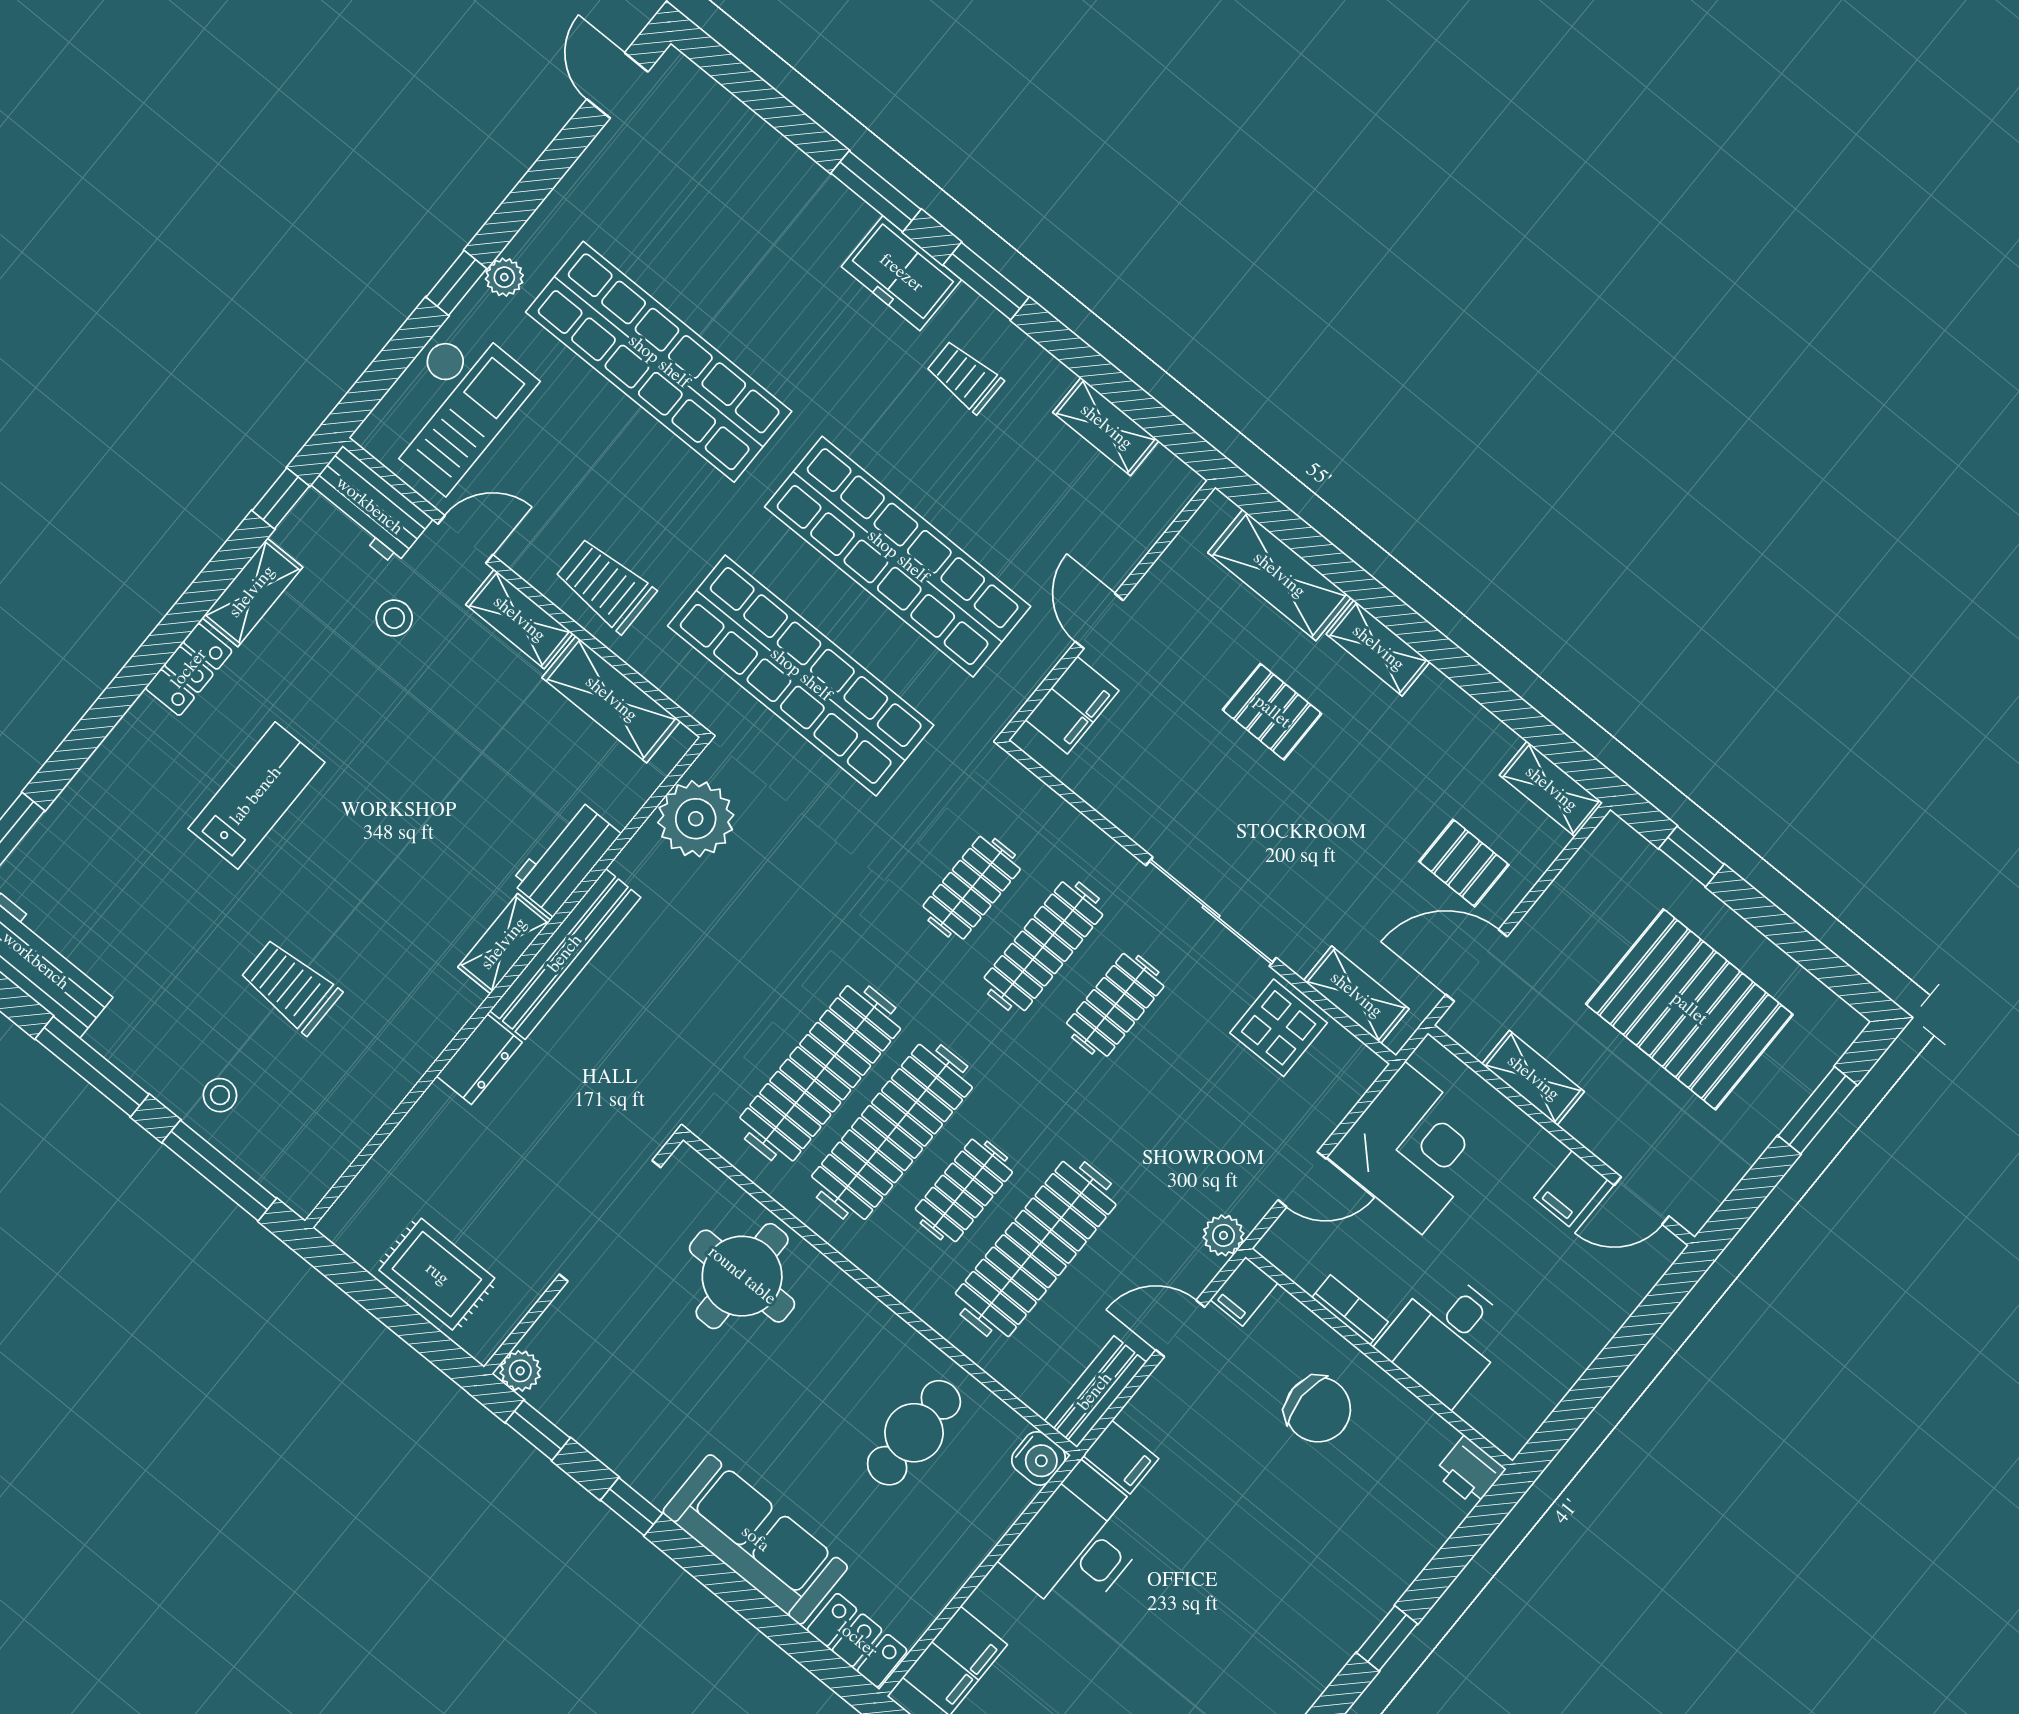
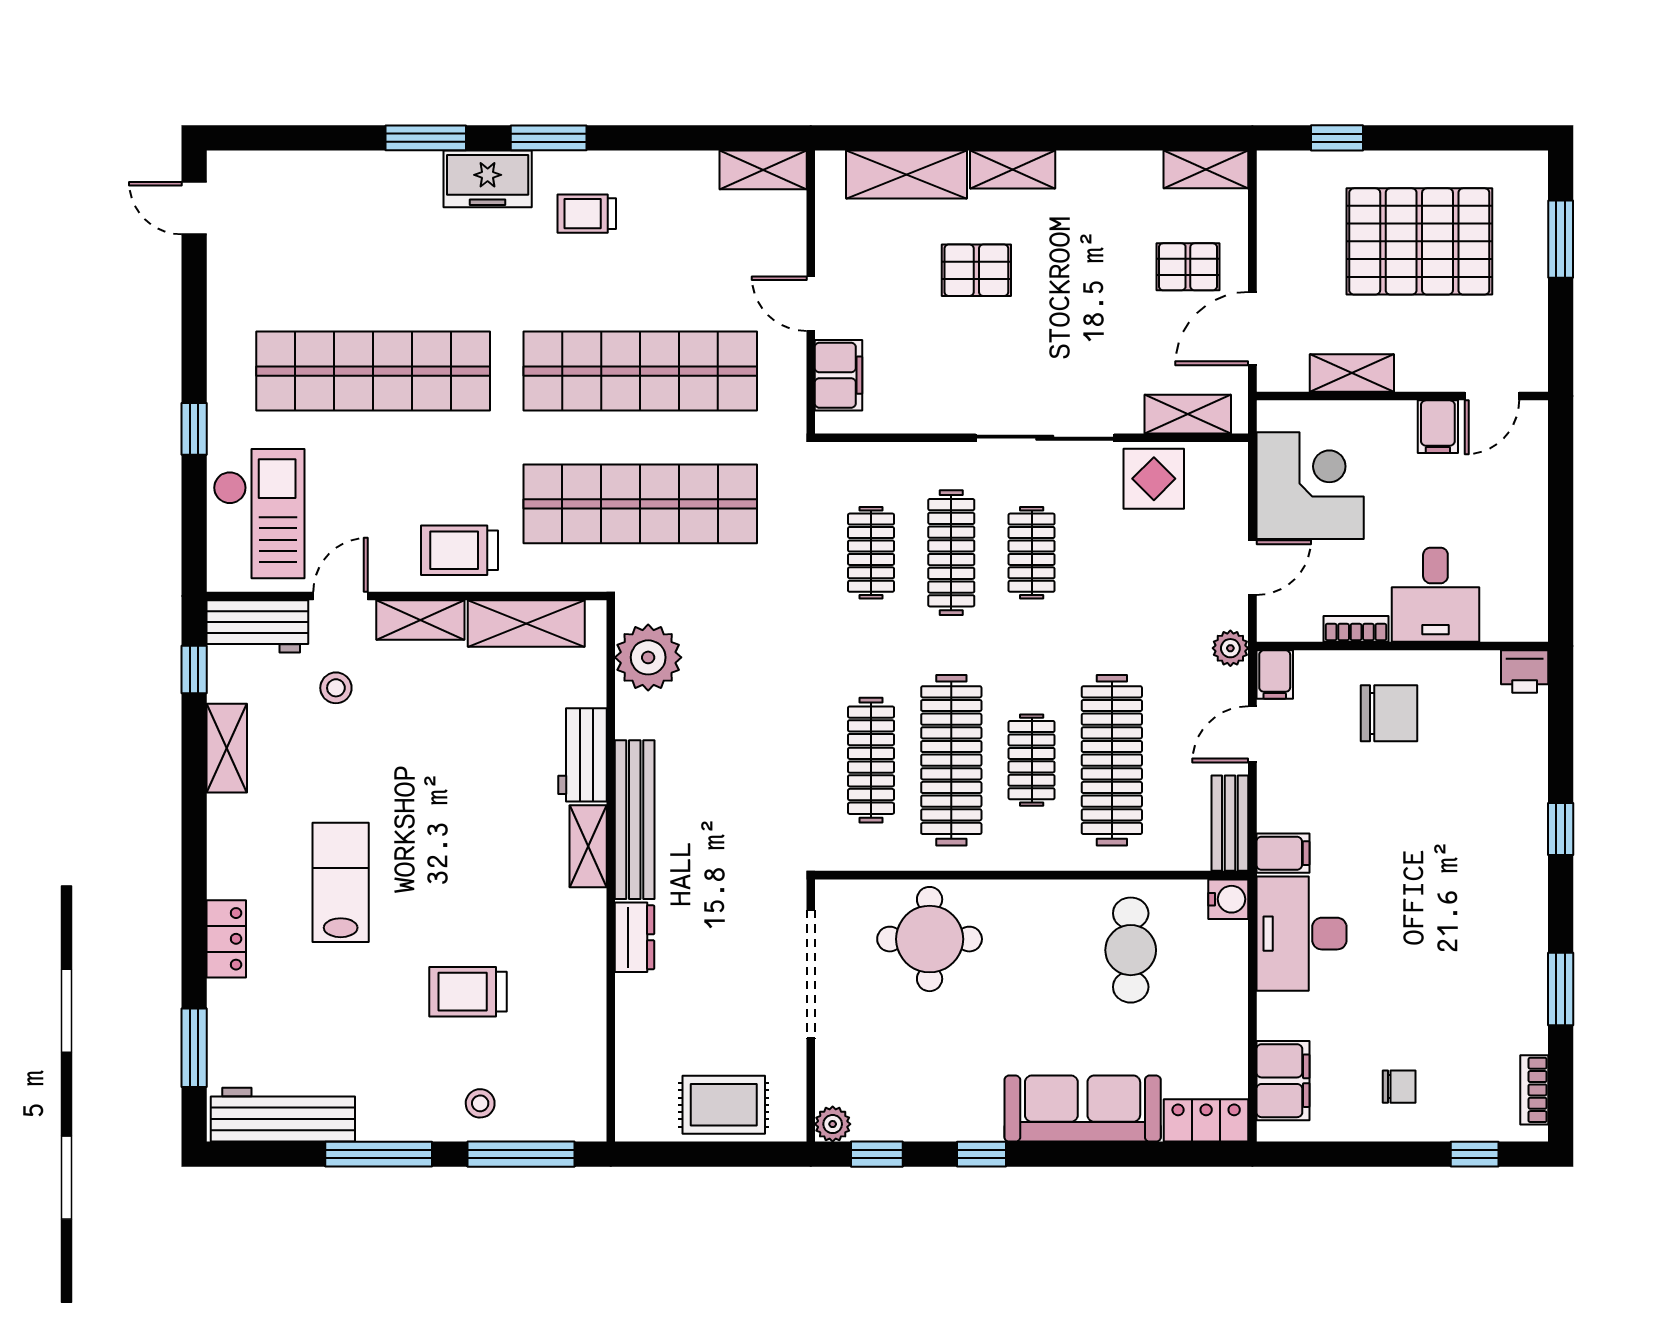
plant: (504, 277) -> (223, 399), removed
shelving: (1106, 427) -> (763, 170), moved
locker: (189, 669) -> (226, 939), moved
clothes rail: (820, 1073) -> (871, 760), width x0.73, depth x0.76

